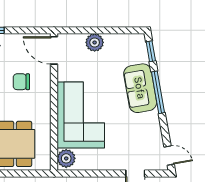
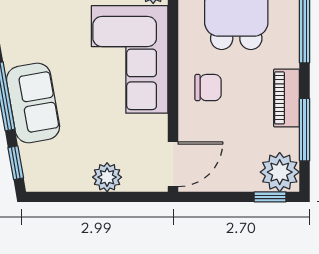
door: (54, 50) -> (173, 164), hinge flipped
chair: (21, 82) -> (208, 88), moved

